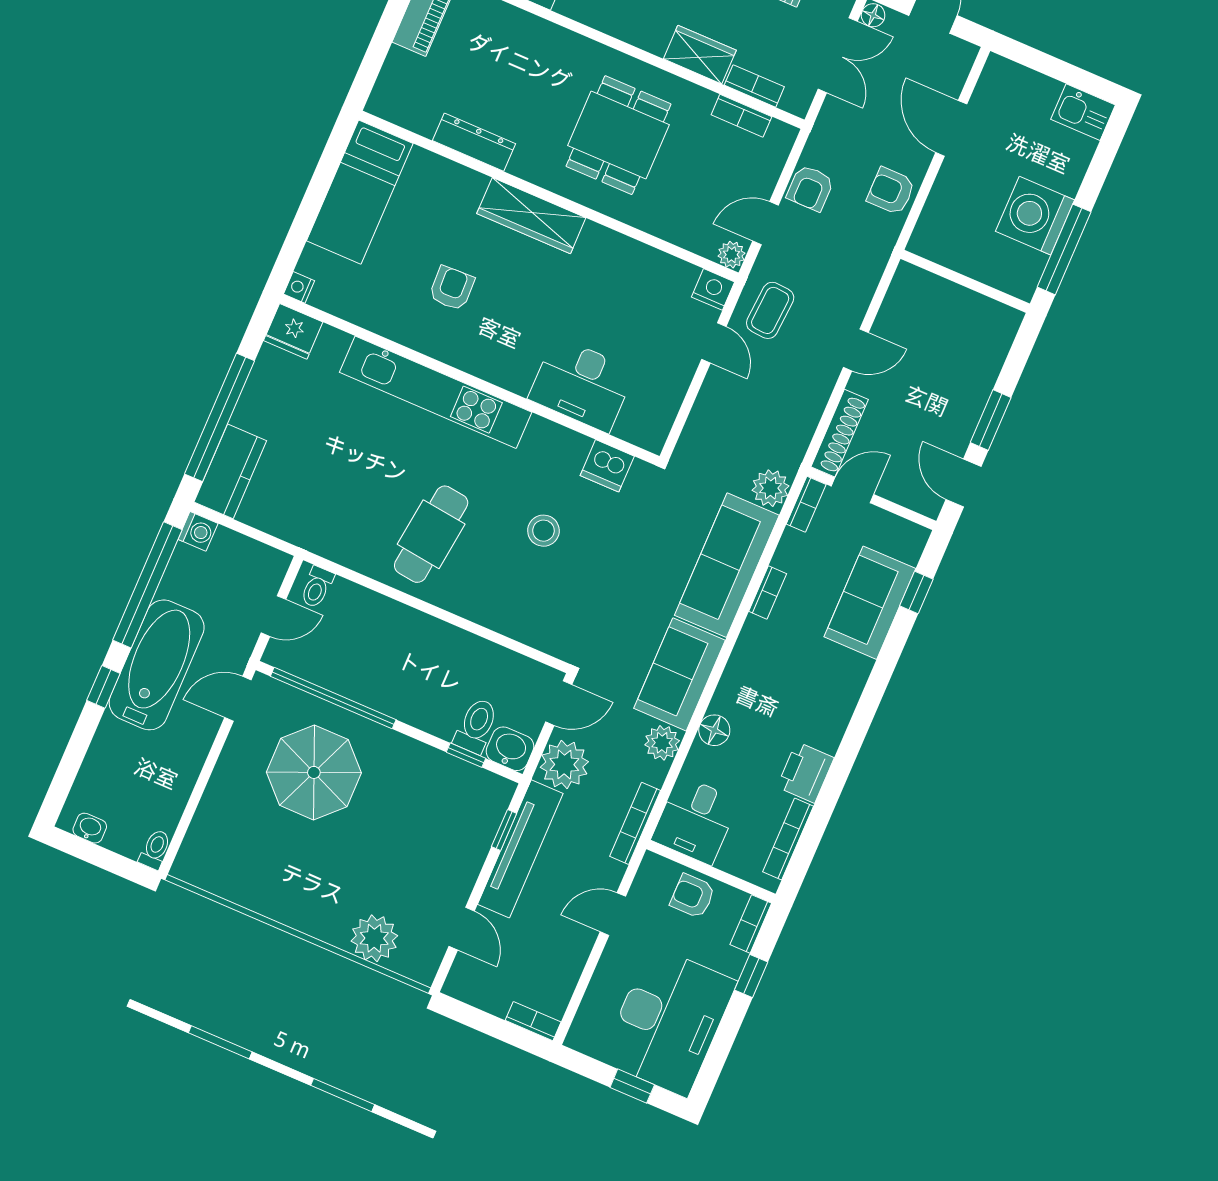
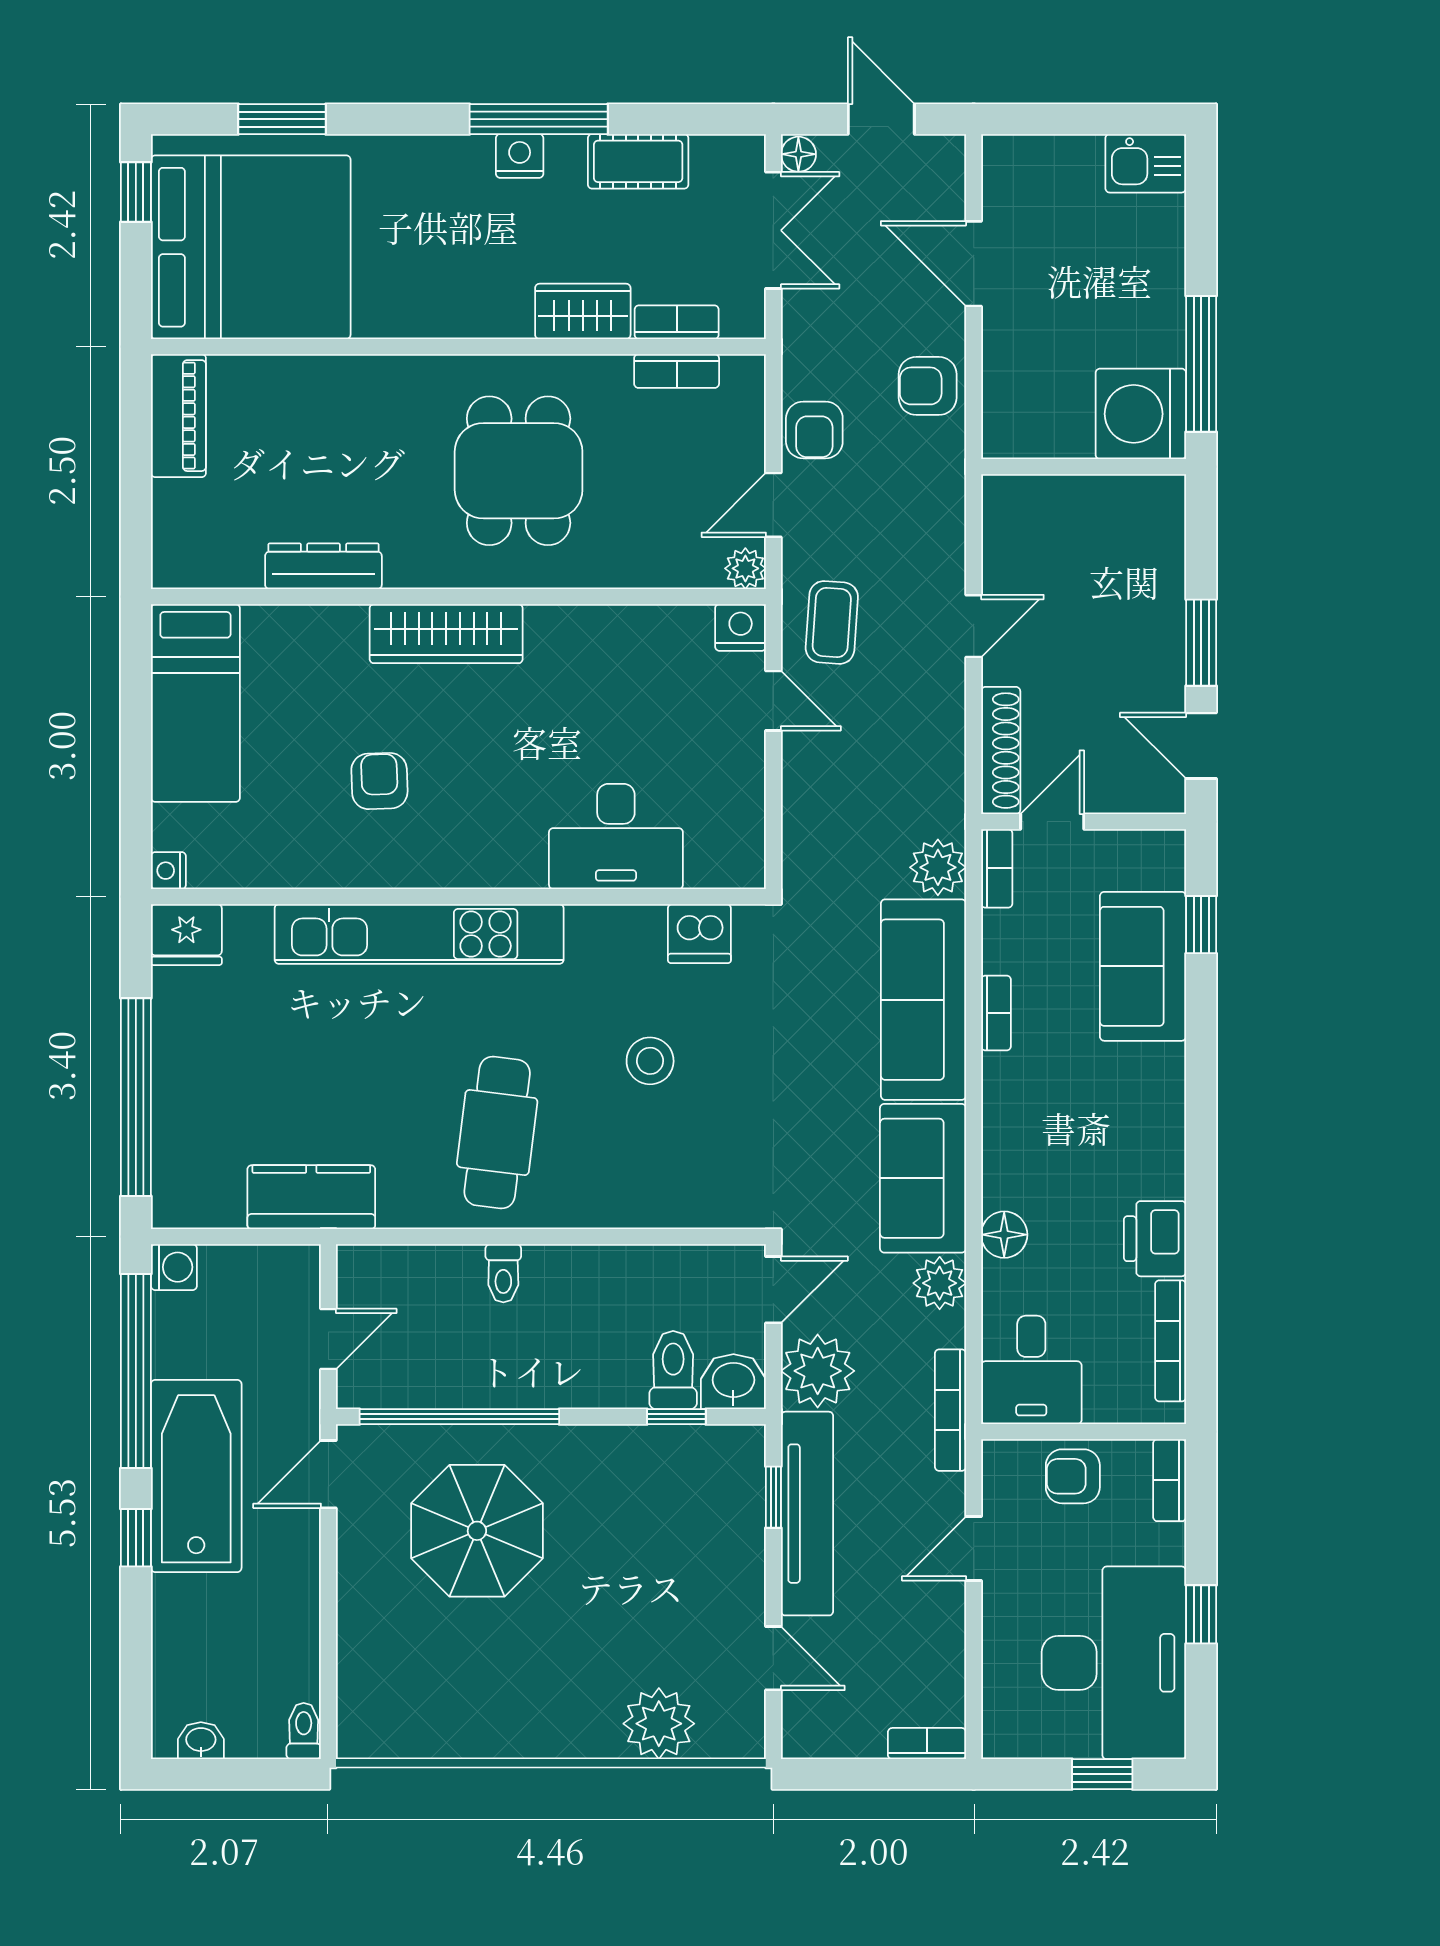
washing machine: (1035, 216) -> (1141, 414), moved
kitchen counter: (230, 471) -> (311, 1197), moved, turned -90
toilet: (317, 587) -> (503, 1273), moved
window: (751, 976) -> (1201, 1614), moved

